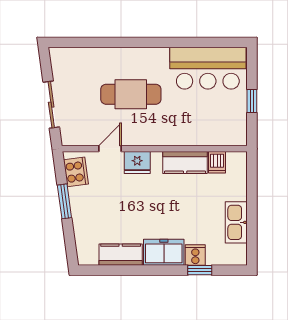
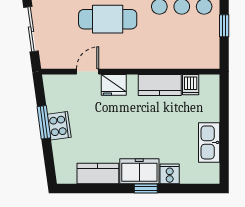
cooker: (76, 172) -> (59, 126), moved
window: (200, 270) -> (146, 188), moved

